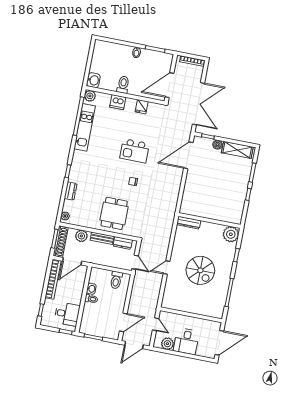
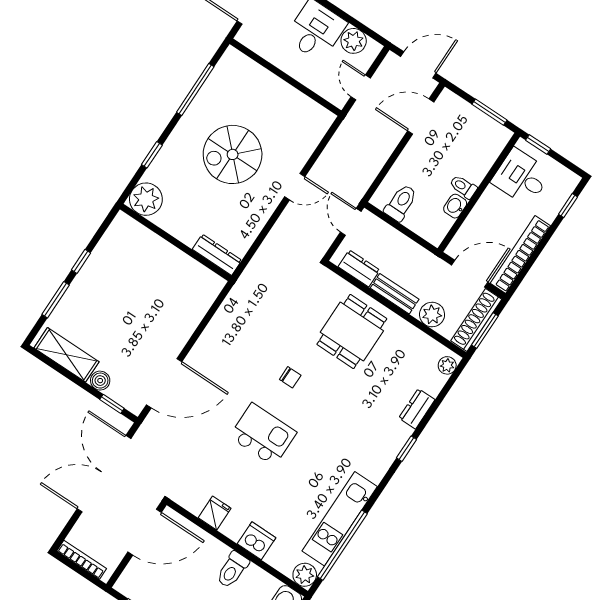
spiral stairs: (200, 270) -> (233, 154), turned -90

